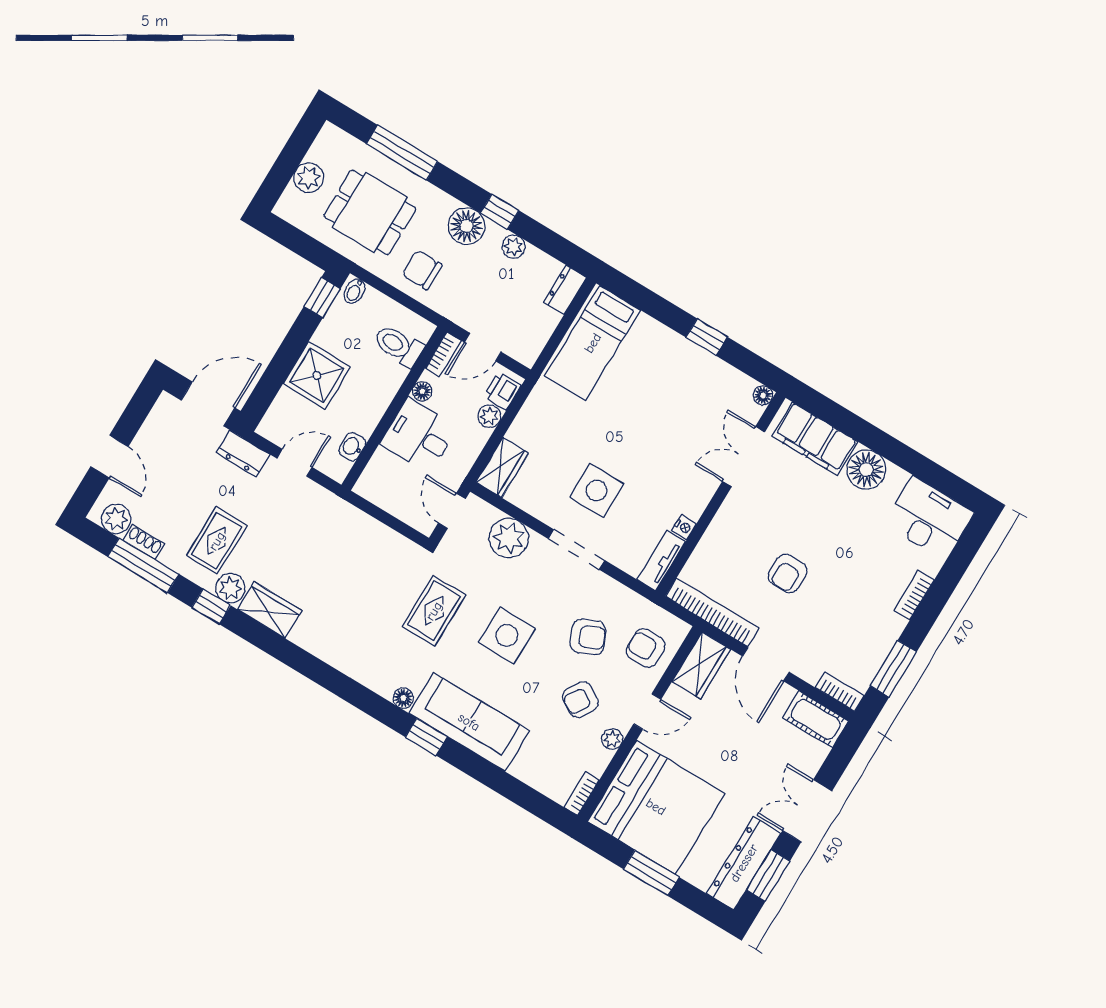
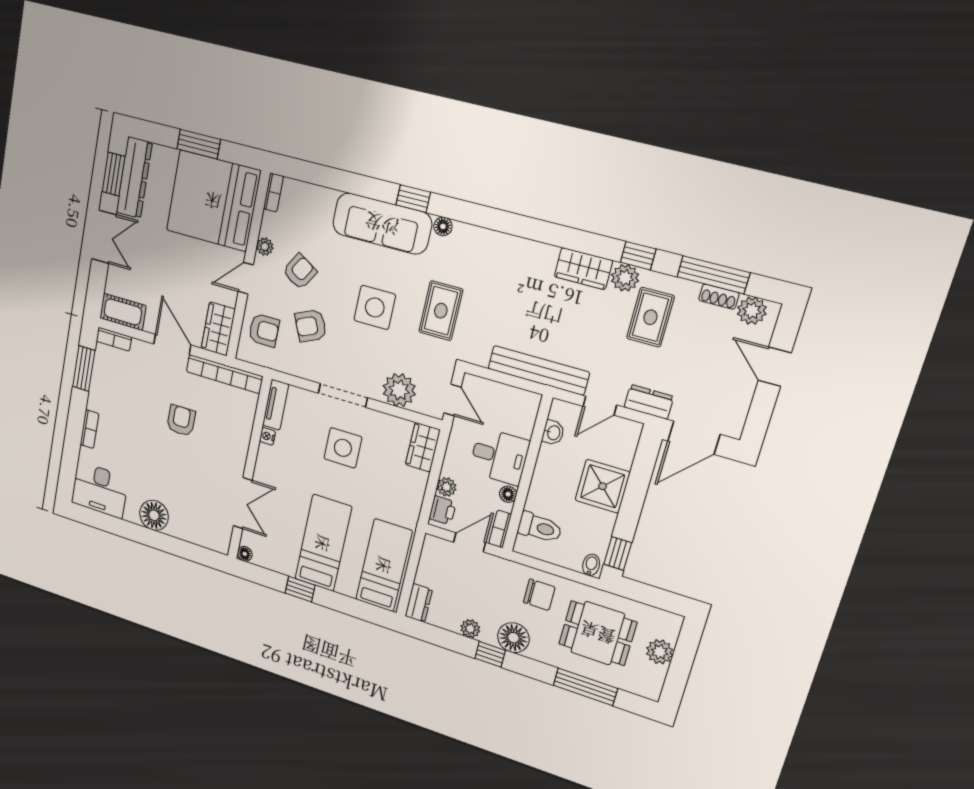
bed: (658, 386) -> (323, 543), added
filing cabinet: (815, 439) -> (197, 530), removed
bench: (348, 518) -> (538, 370), added

